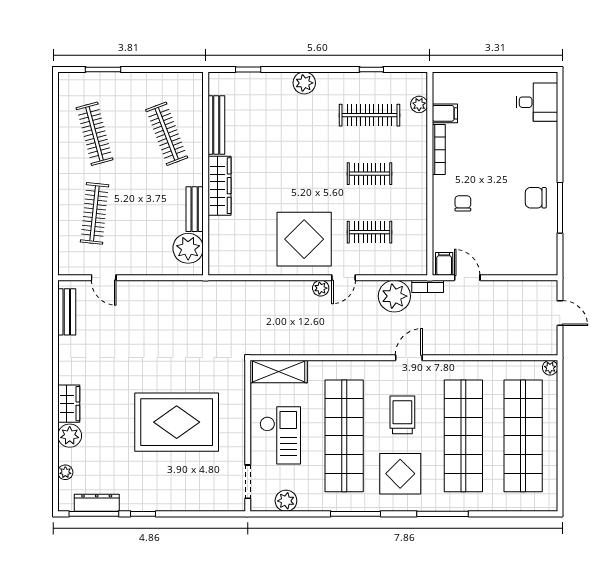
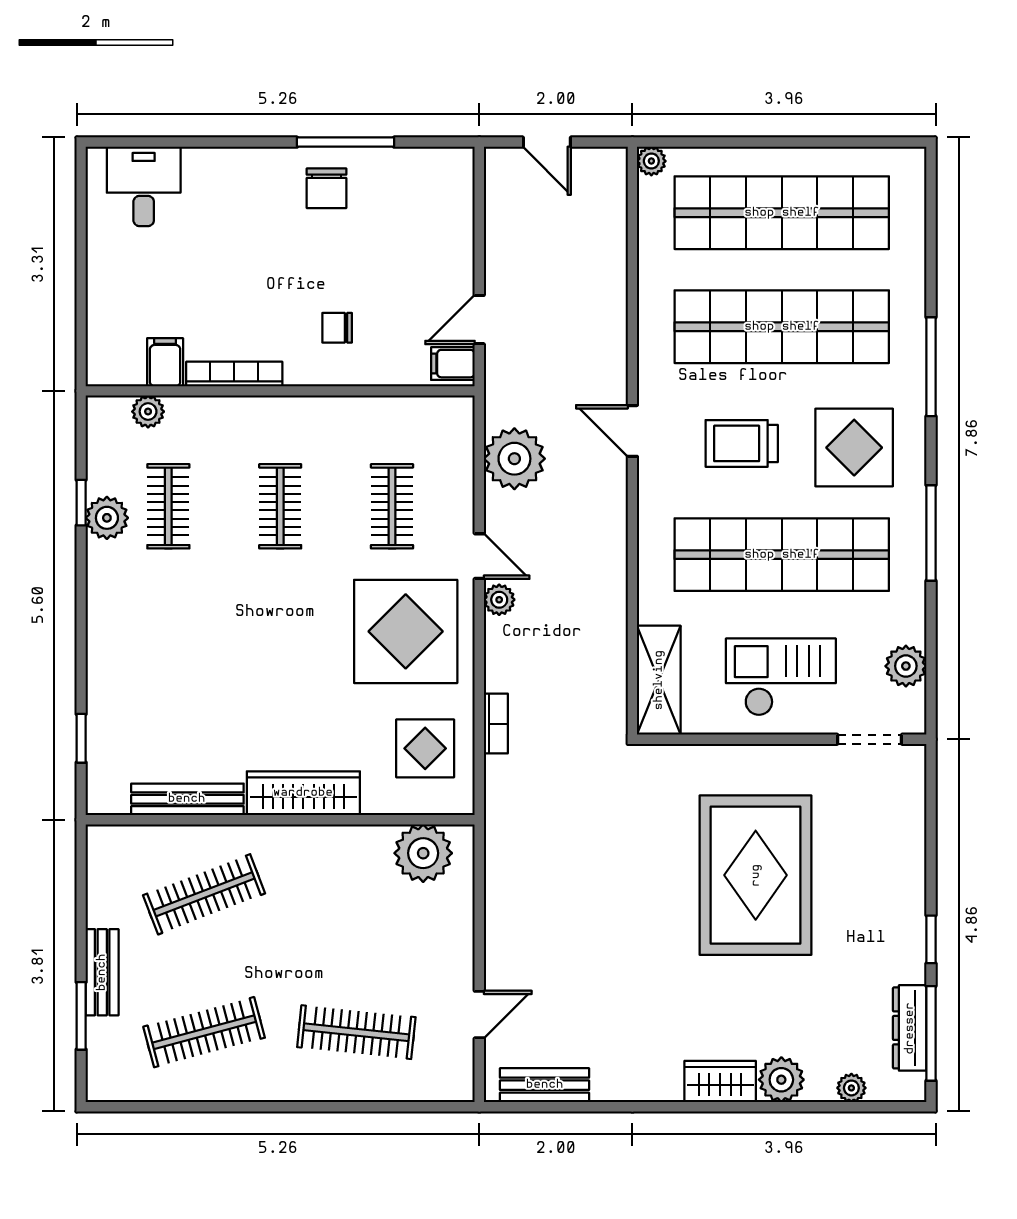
plant: (304, 83) -> (107, 518), moved
clothes rail: (370, 115) -> (168, 506), width x0.73
bench: (195, 209) -> (102, 972), moved, turned 90
display table: (243, 249) -> (425, 748), added
bookcase: (428, 286) -> (496, 724), moved
door: (560, 313) -> (547, 142), swing flipped

